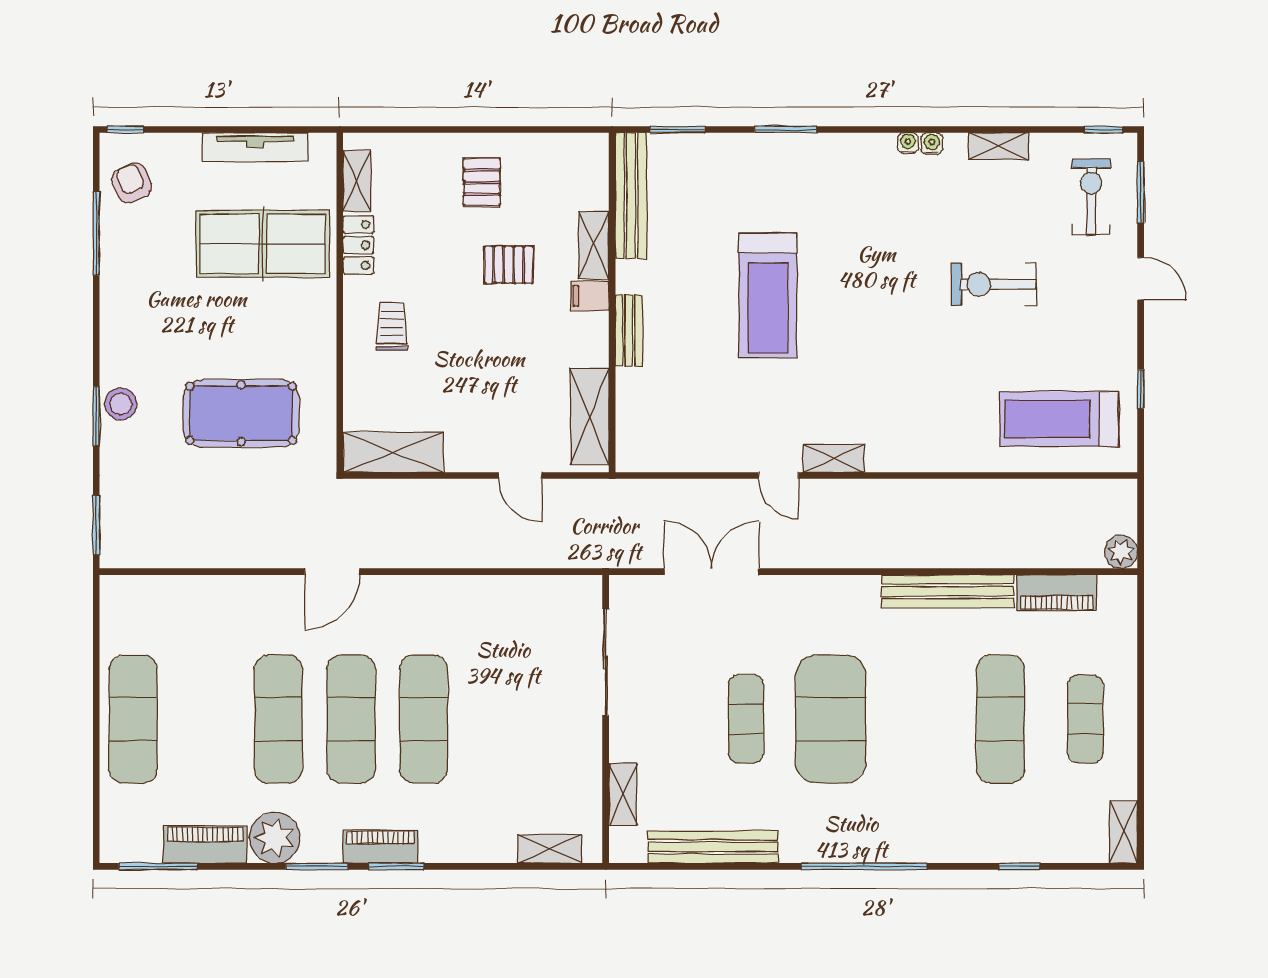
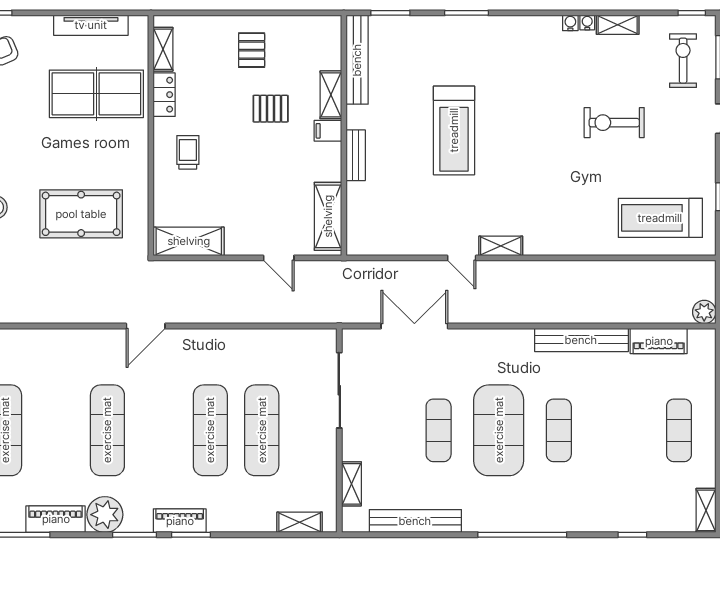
water cooler: (908, 143) -> (587, 22), moved
exercise mat: (351, 719) -> (262, 430), moved
exercise mat: (1000, 719) -> (559, 430), moved, width x0.73, depth x0.69

